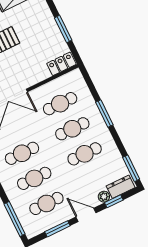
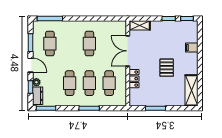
locker: (61, 64) -> (134, 79), moved
cafe table: (34, 178) -> (70, 44), removed
door: (86, 215) -> (30, 65), hinge flipped

